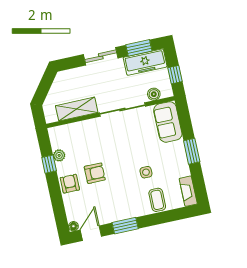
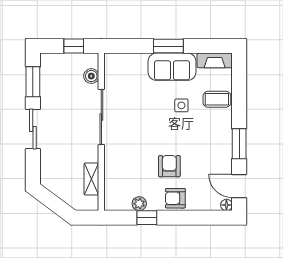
freezer: (145, 62) -> (51, 78), removed
shelving: (77, 109) -> (91, 179), width x0.67, depth x0.75
sofa: (168, 122) -> (172, 67), moved

